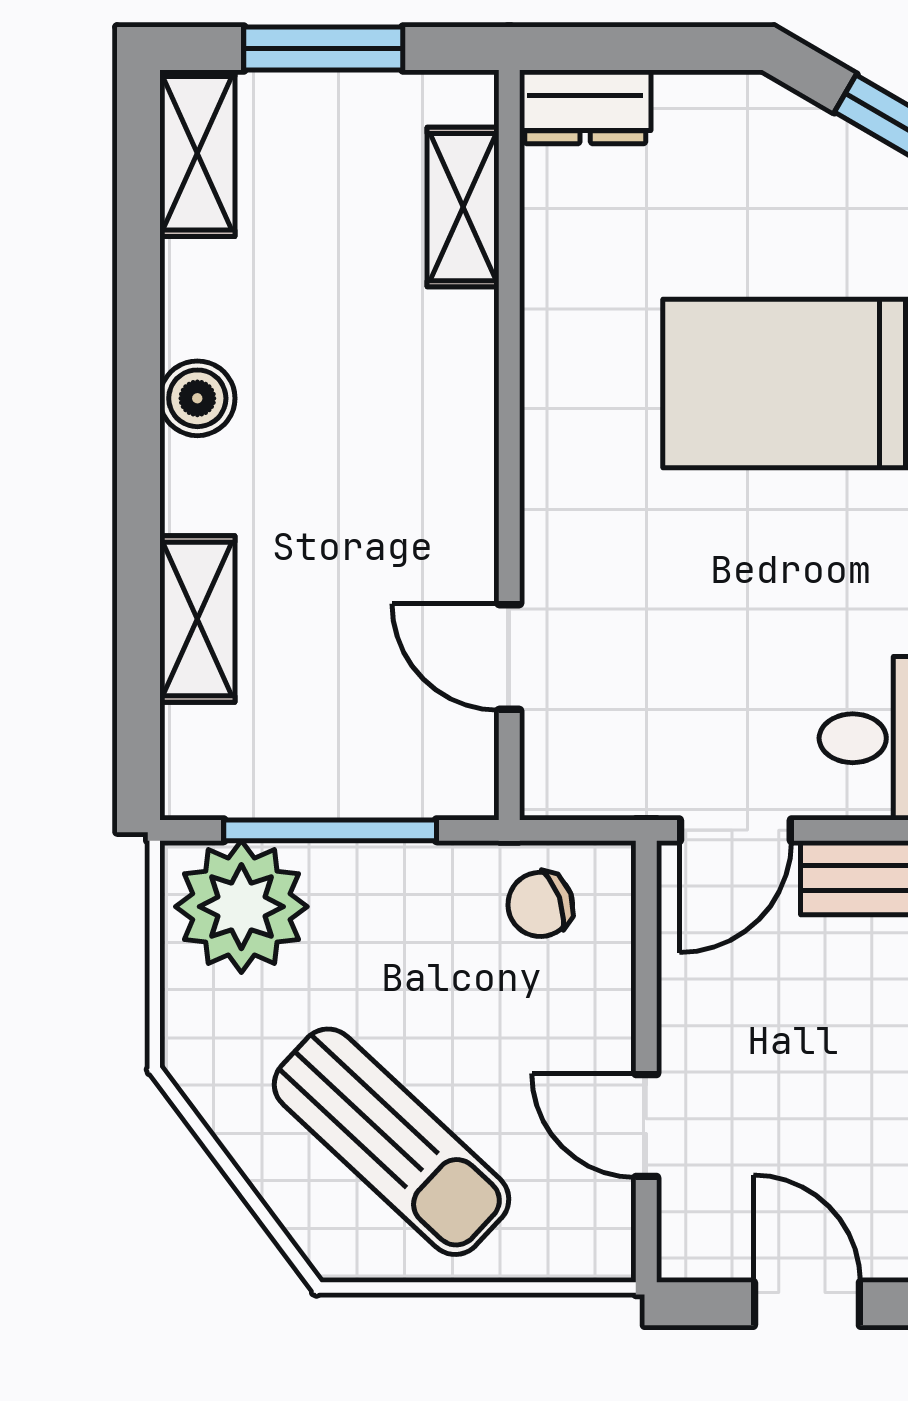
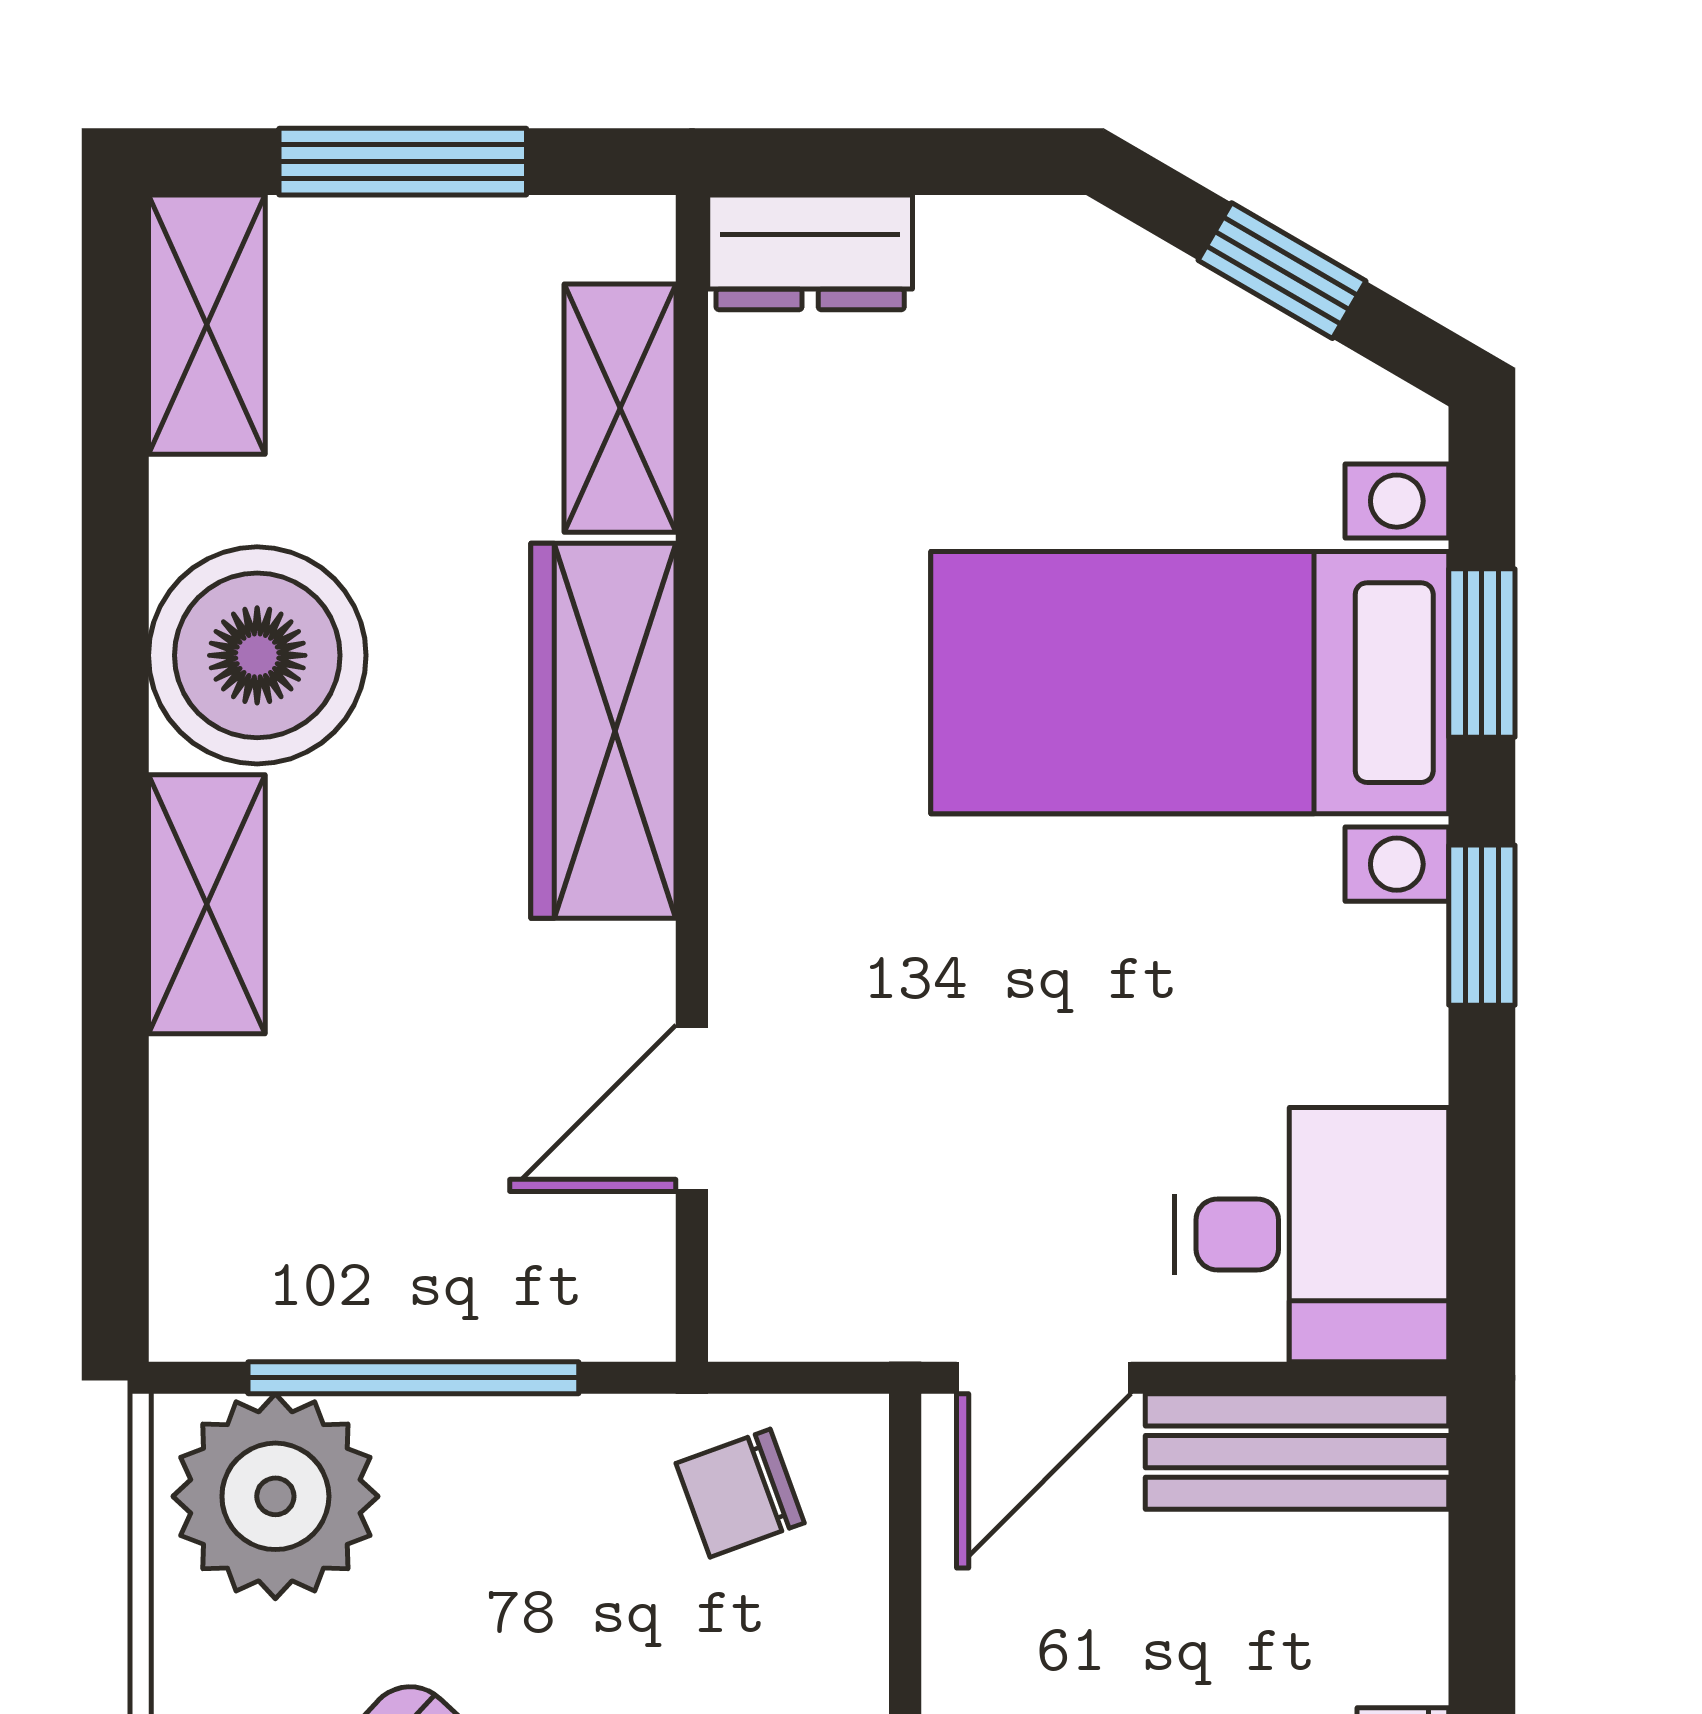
boiler: (197, 398) -> (257, 655), width x1.86, depth x1.86
wardrobe: (452, 414) -> (603, 731), added
shelving: (197, 619) -> (207, 904), moved
door: (509, 657) -> (692, 1108), hinge flipped

